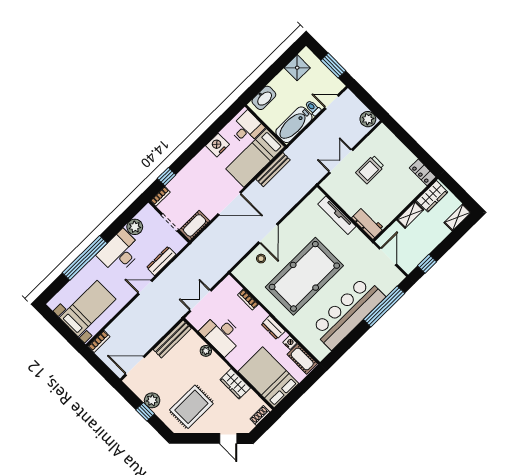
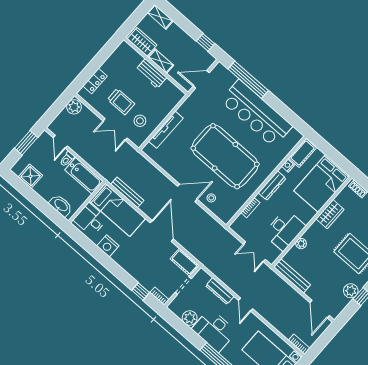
locker: (423, 172) -> (95, 81), moved
stool: (348, 188) -> (140, 121), added
workbench: (368, 223) -> (151, 73), moved, turned -90
dresser: (273, 328) -> (272, 186), width x1.44

